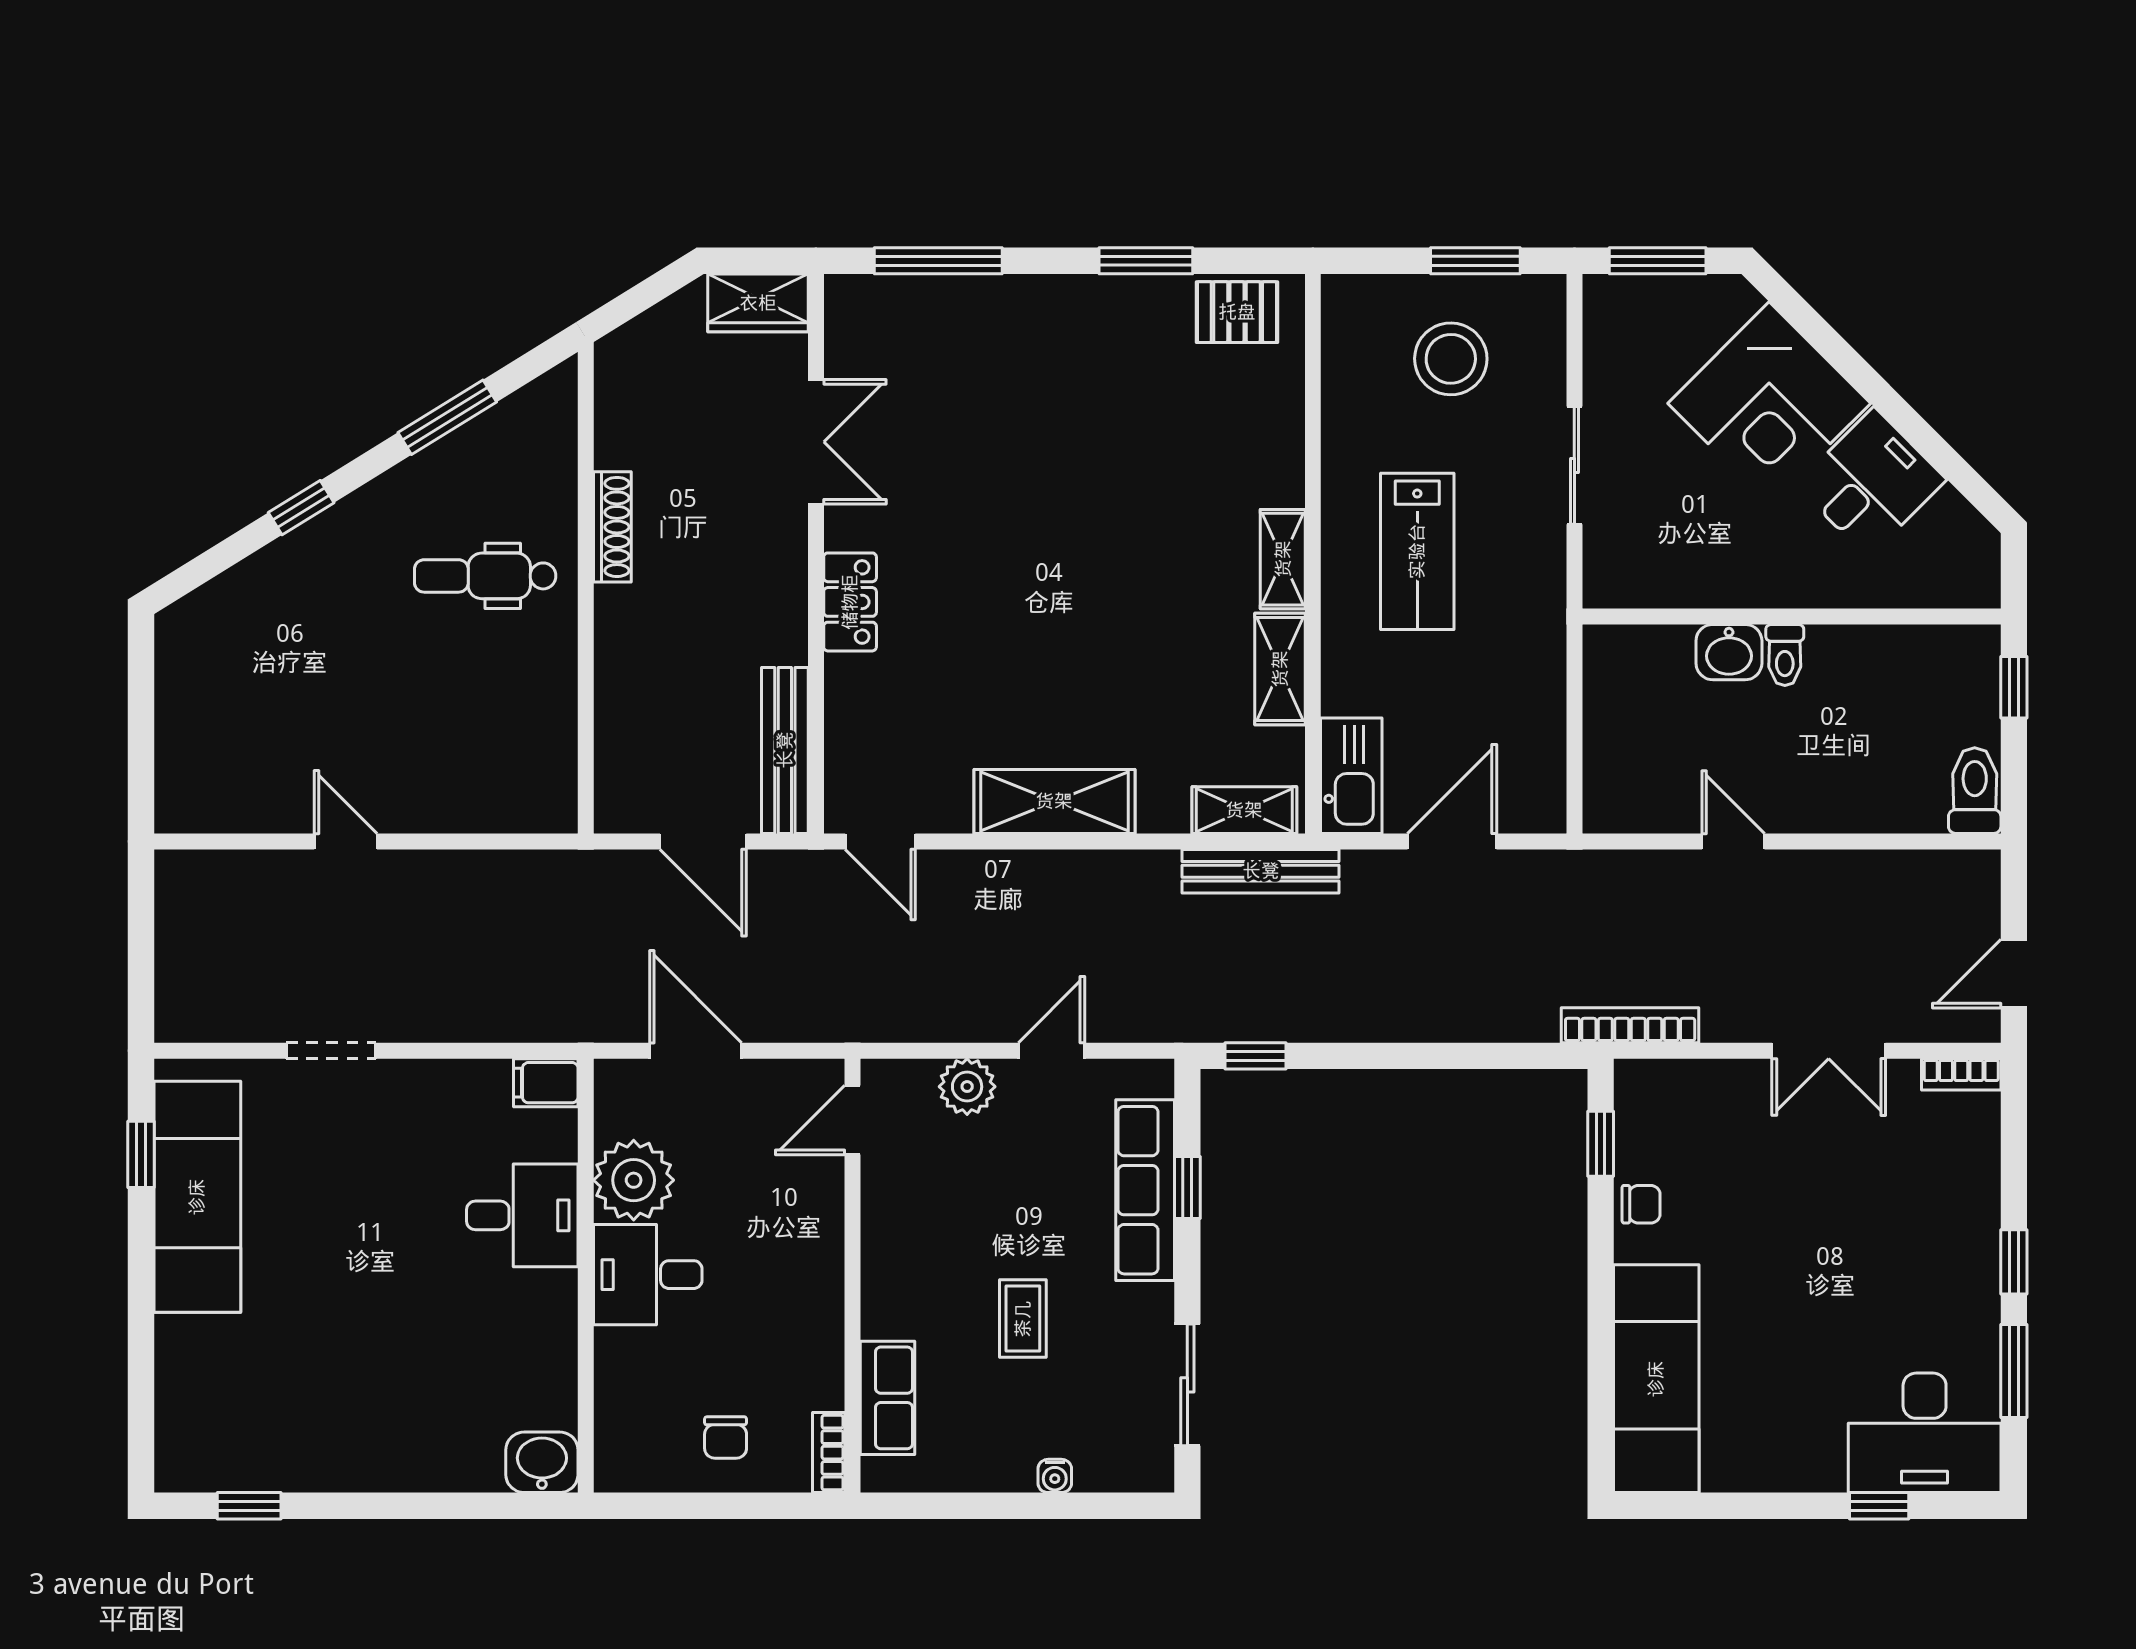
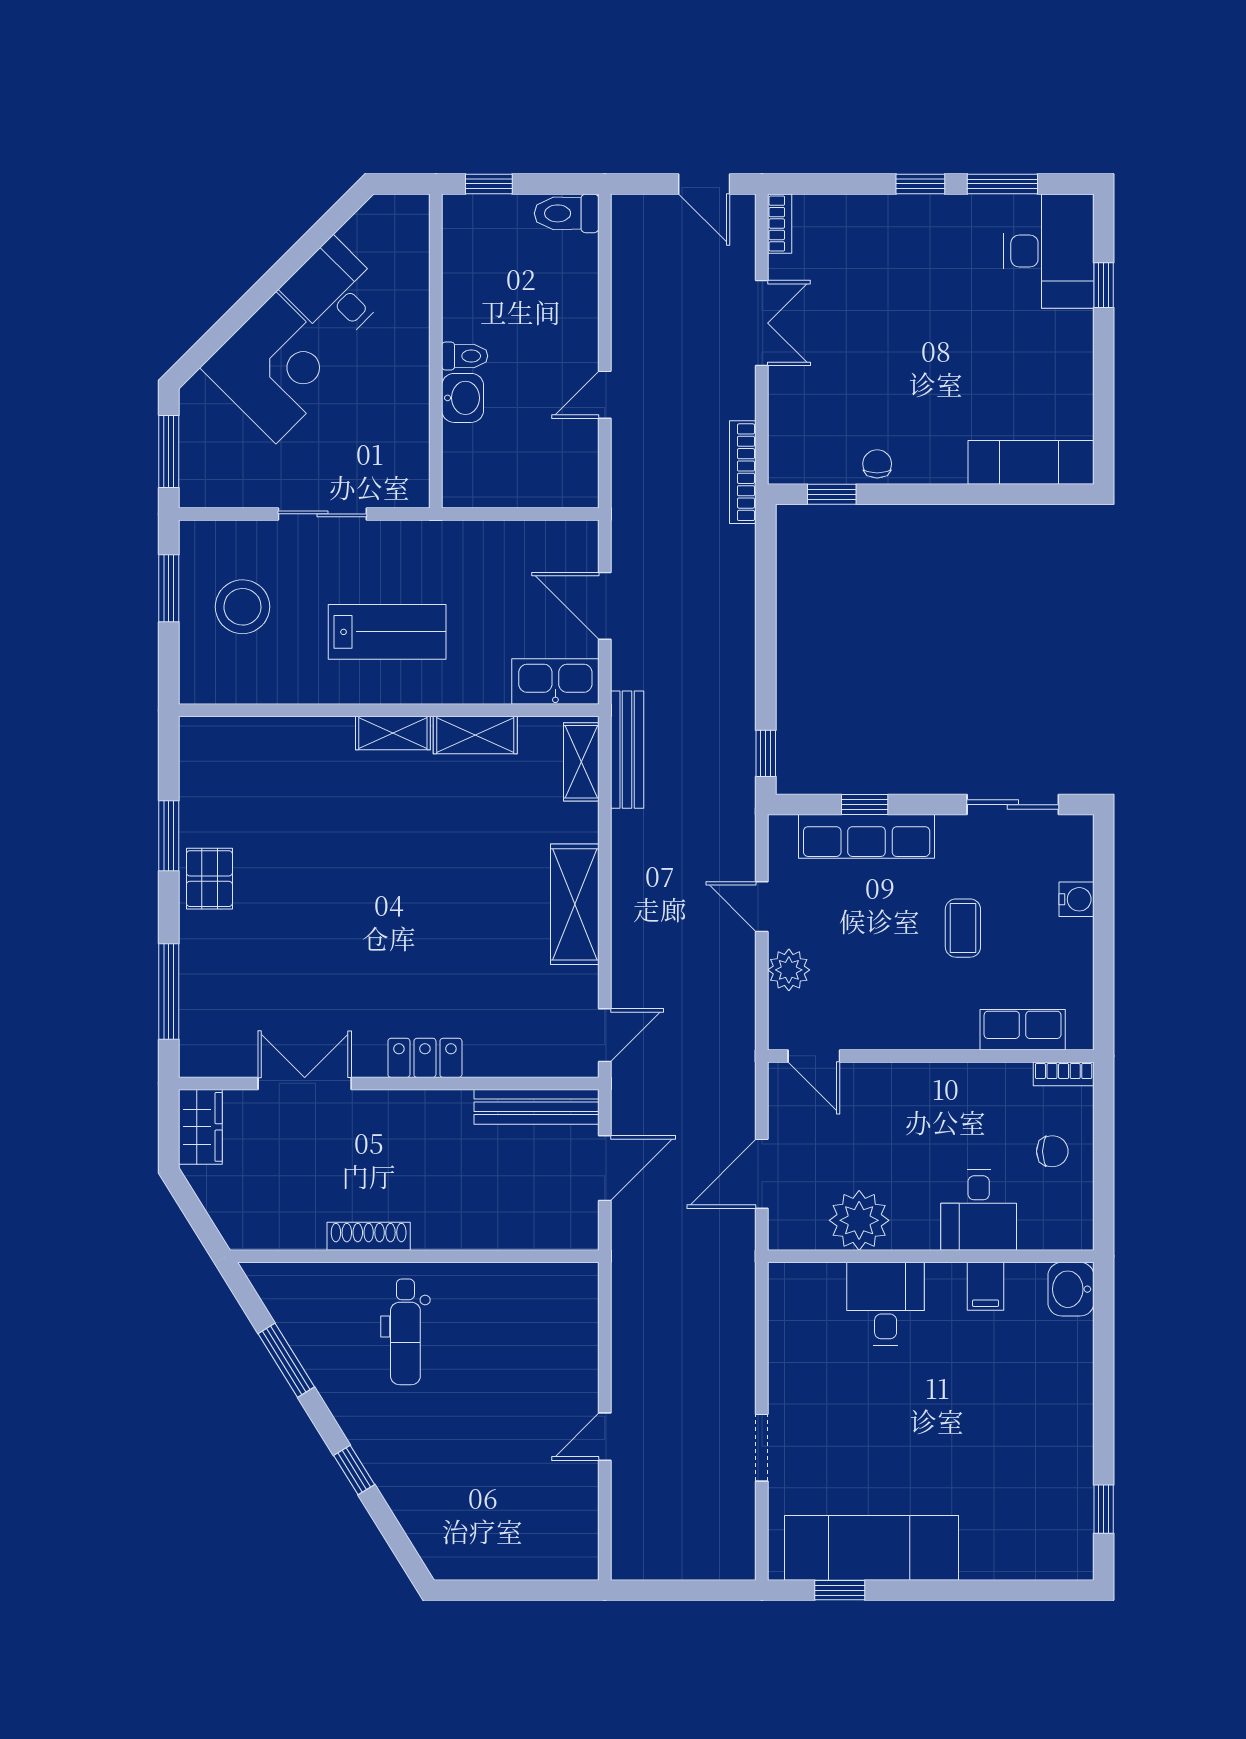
pallet: (1237, 312) -> (209, 879), moved
filing cabinet: (546, 1083) -> (986, 1286), moved
desk: (648, 1275) -> (979, 1210), moved
coffee table: (1023, 1319) -> (963, 928), turned 90
exam couch: (1656, 1379) -> (1031, 462), width x0.73, depth x0.69
water cooler: (1055, 1476) -> (1076, 899), width x1.38, depth x1.38

